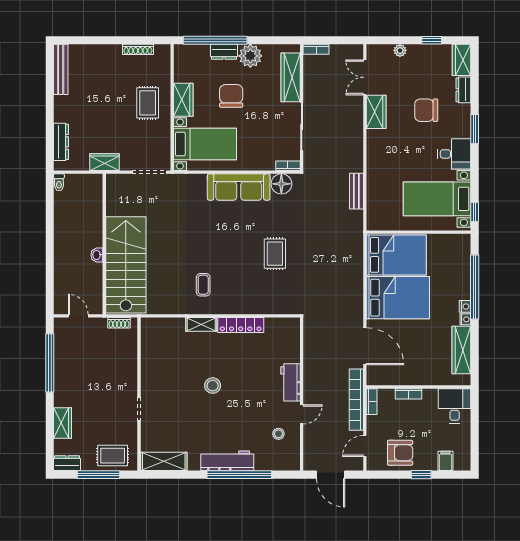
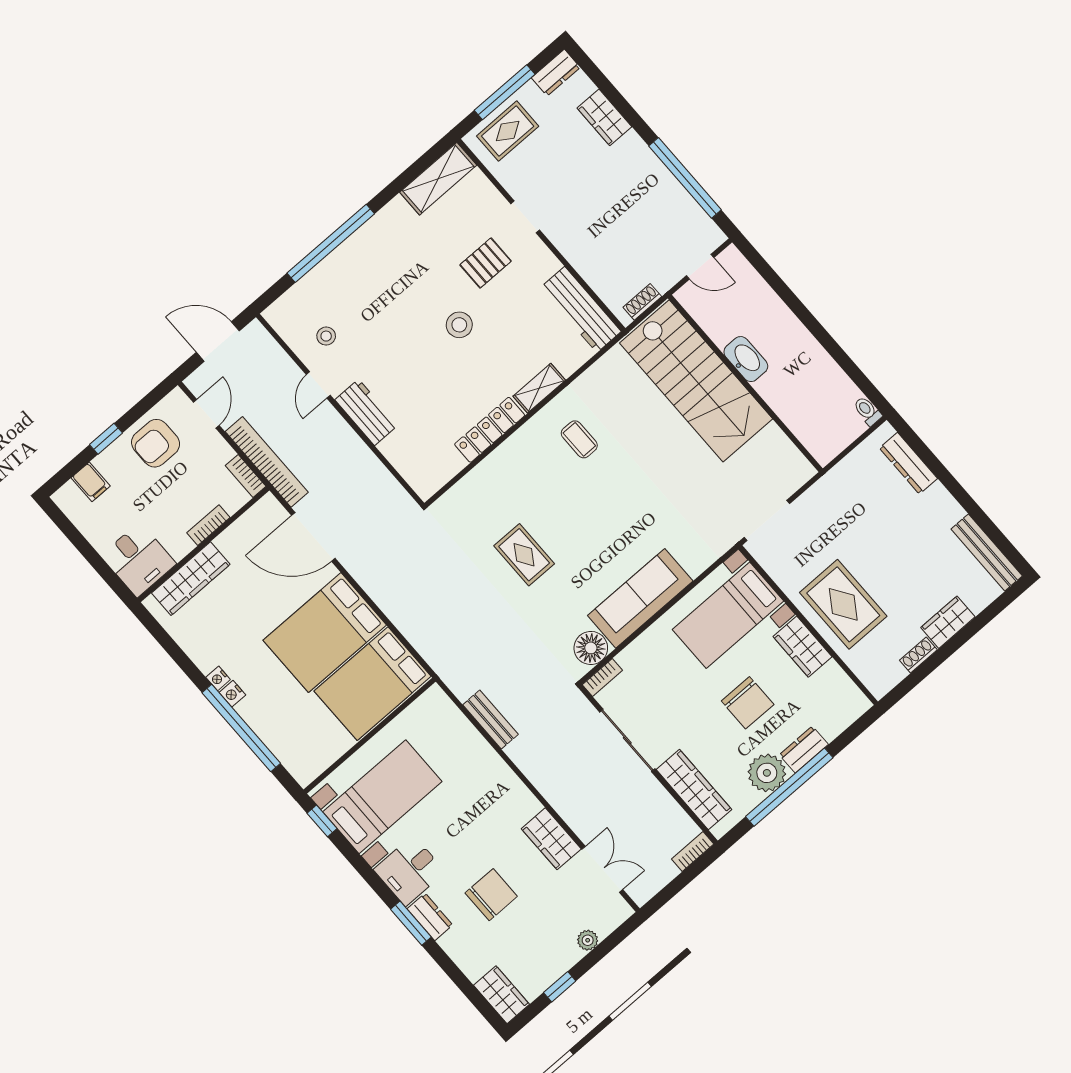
window: (215, 40) -> (789, 787), moved
shoe rack: (138, 49) -> (918, 655), width x0.70
dresser: (463, 90) -> (430, 917), moved
rug: (148, 103) -> (843, 604), width x1.36, depth x1.43
wardrobe: (105, 162) -> (948, 622), moved, turned 180
washbasin: (97, 255) -> (746, 359), width x1.91, depth x1.45
wardrobe: (461, 350) -> (191, 579), moved, turned 90
pallet: (176, 404) -> (486, 263), added
workbench: (227, 461) -> (581, 310), moved, turned 90

